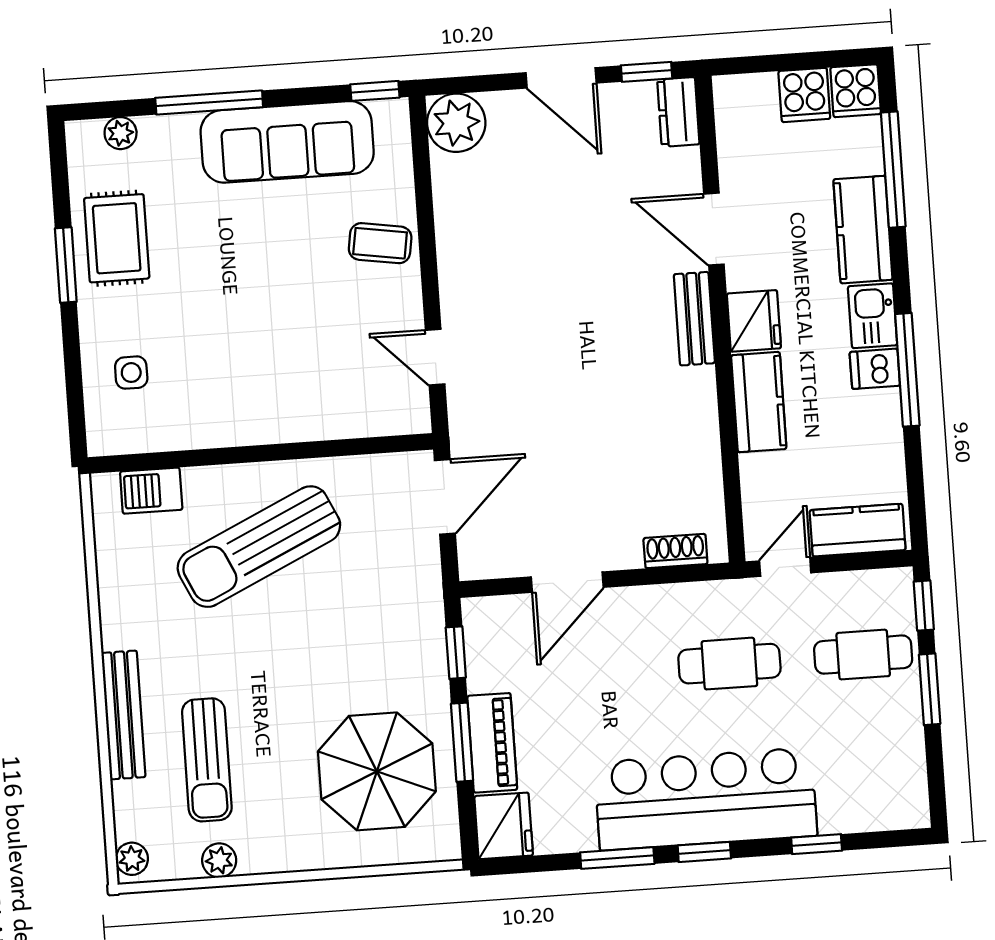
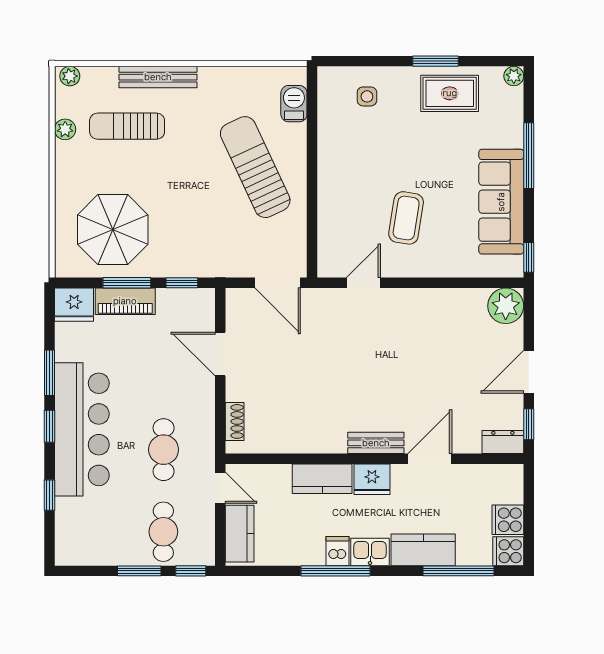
plant: (121, 133) -> (514, 76), moved
coffee table: (380, 243) -> (406, 218), moved, width x1.36, depth x1.30

